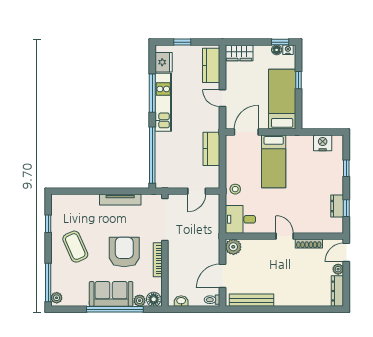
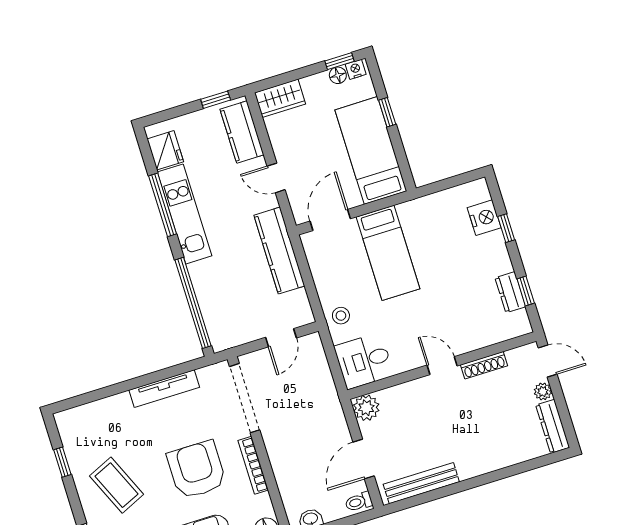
window: (182, 42) -> (216, 100), moved
nightstand: (323, 143) -> (484, 218), moved, turned 90
kitchen counter: (211, 149) -> (279, 251), width x1.50
door: (346, 252) -> (548, 361), swing flipped

